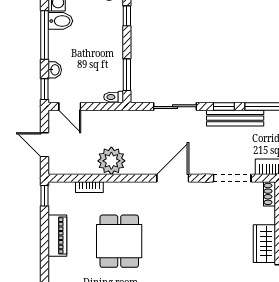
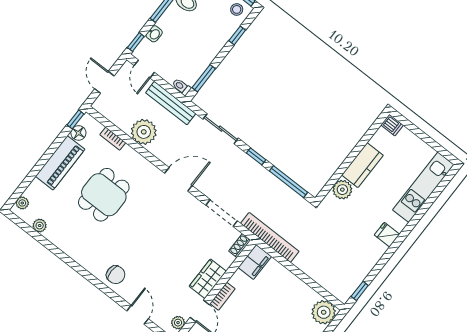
bench: (235, 118) -> (171, 103), moved
floor lamp: (56, 205) -> (78, 133), added
piano: (57, 236) -> (60, 163), width x1.37, depth x1.33

